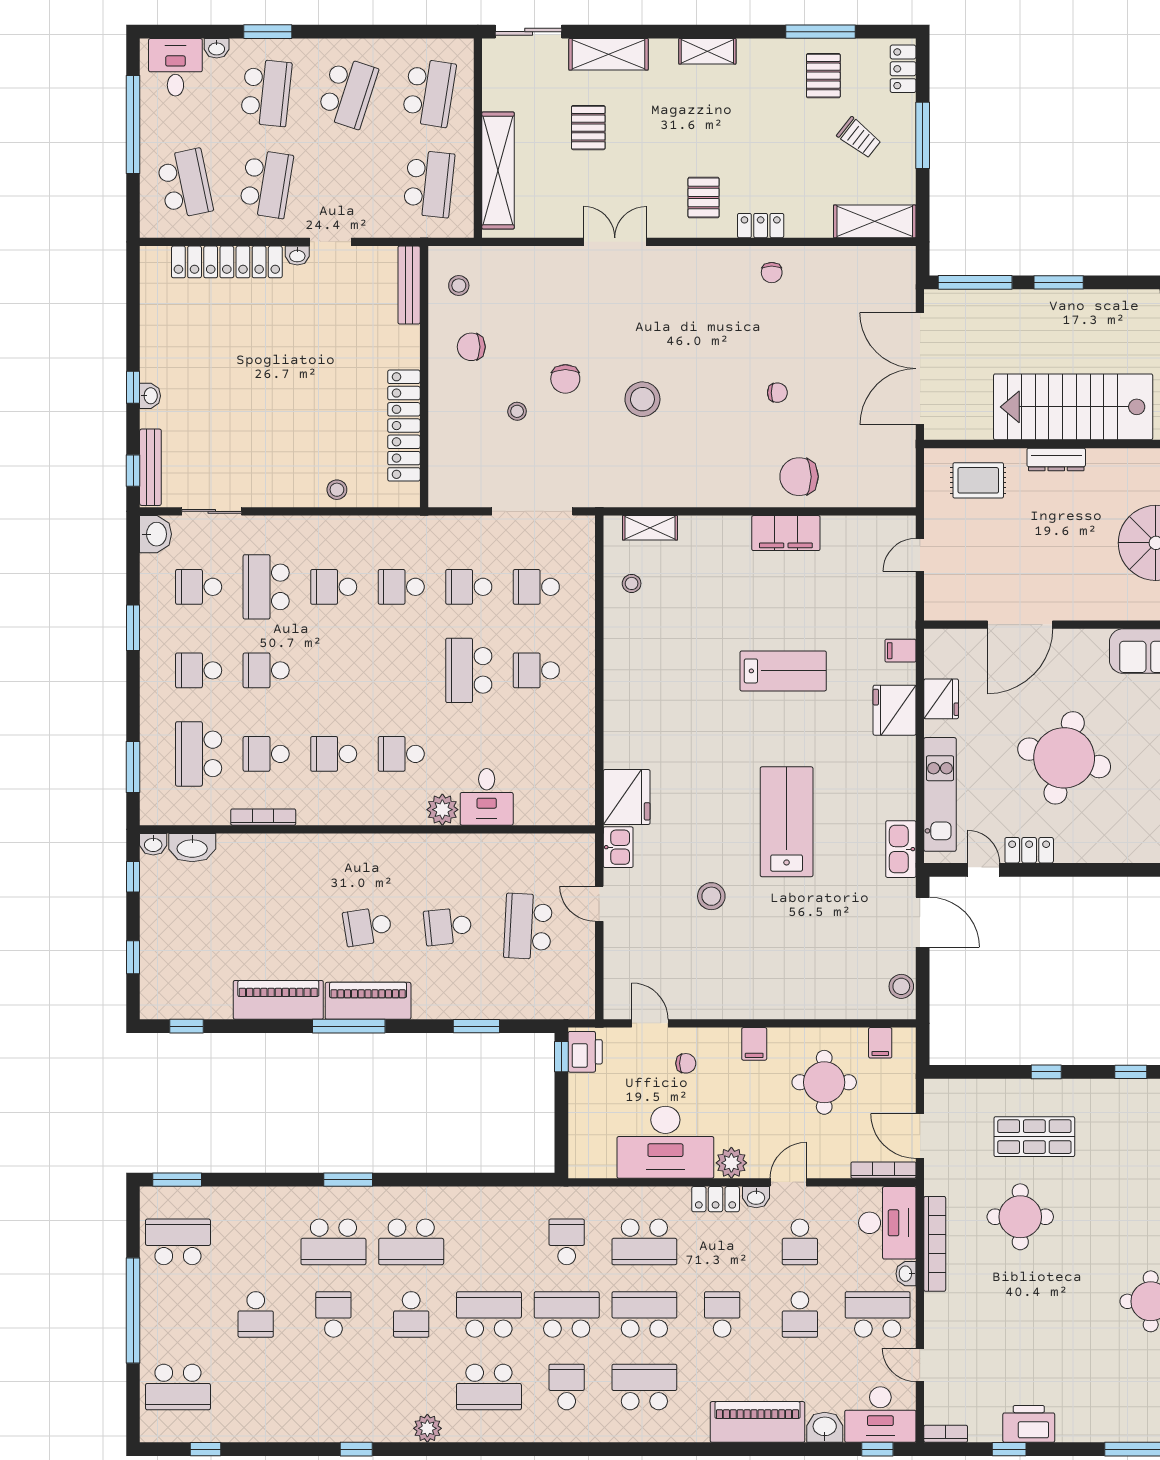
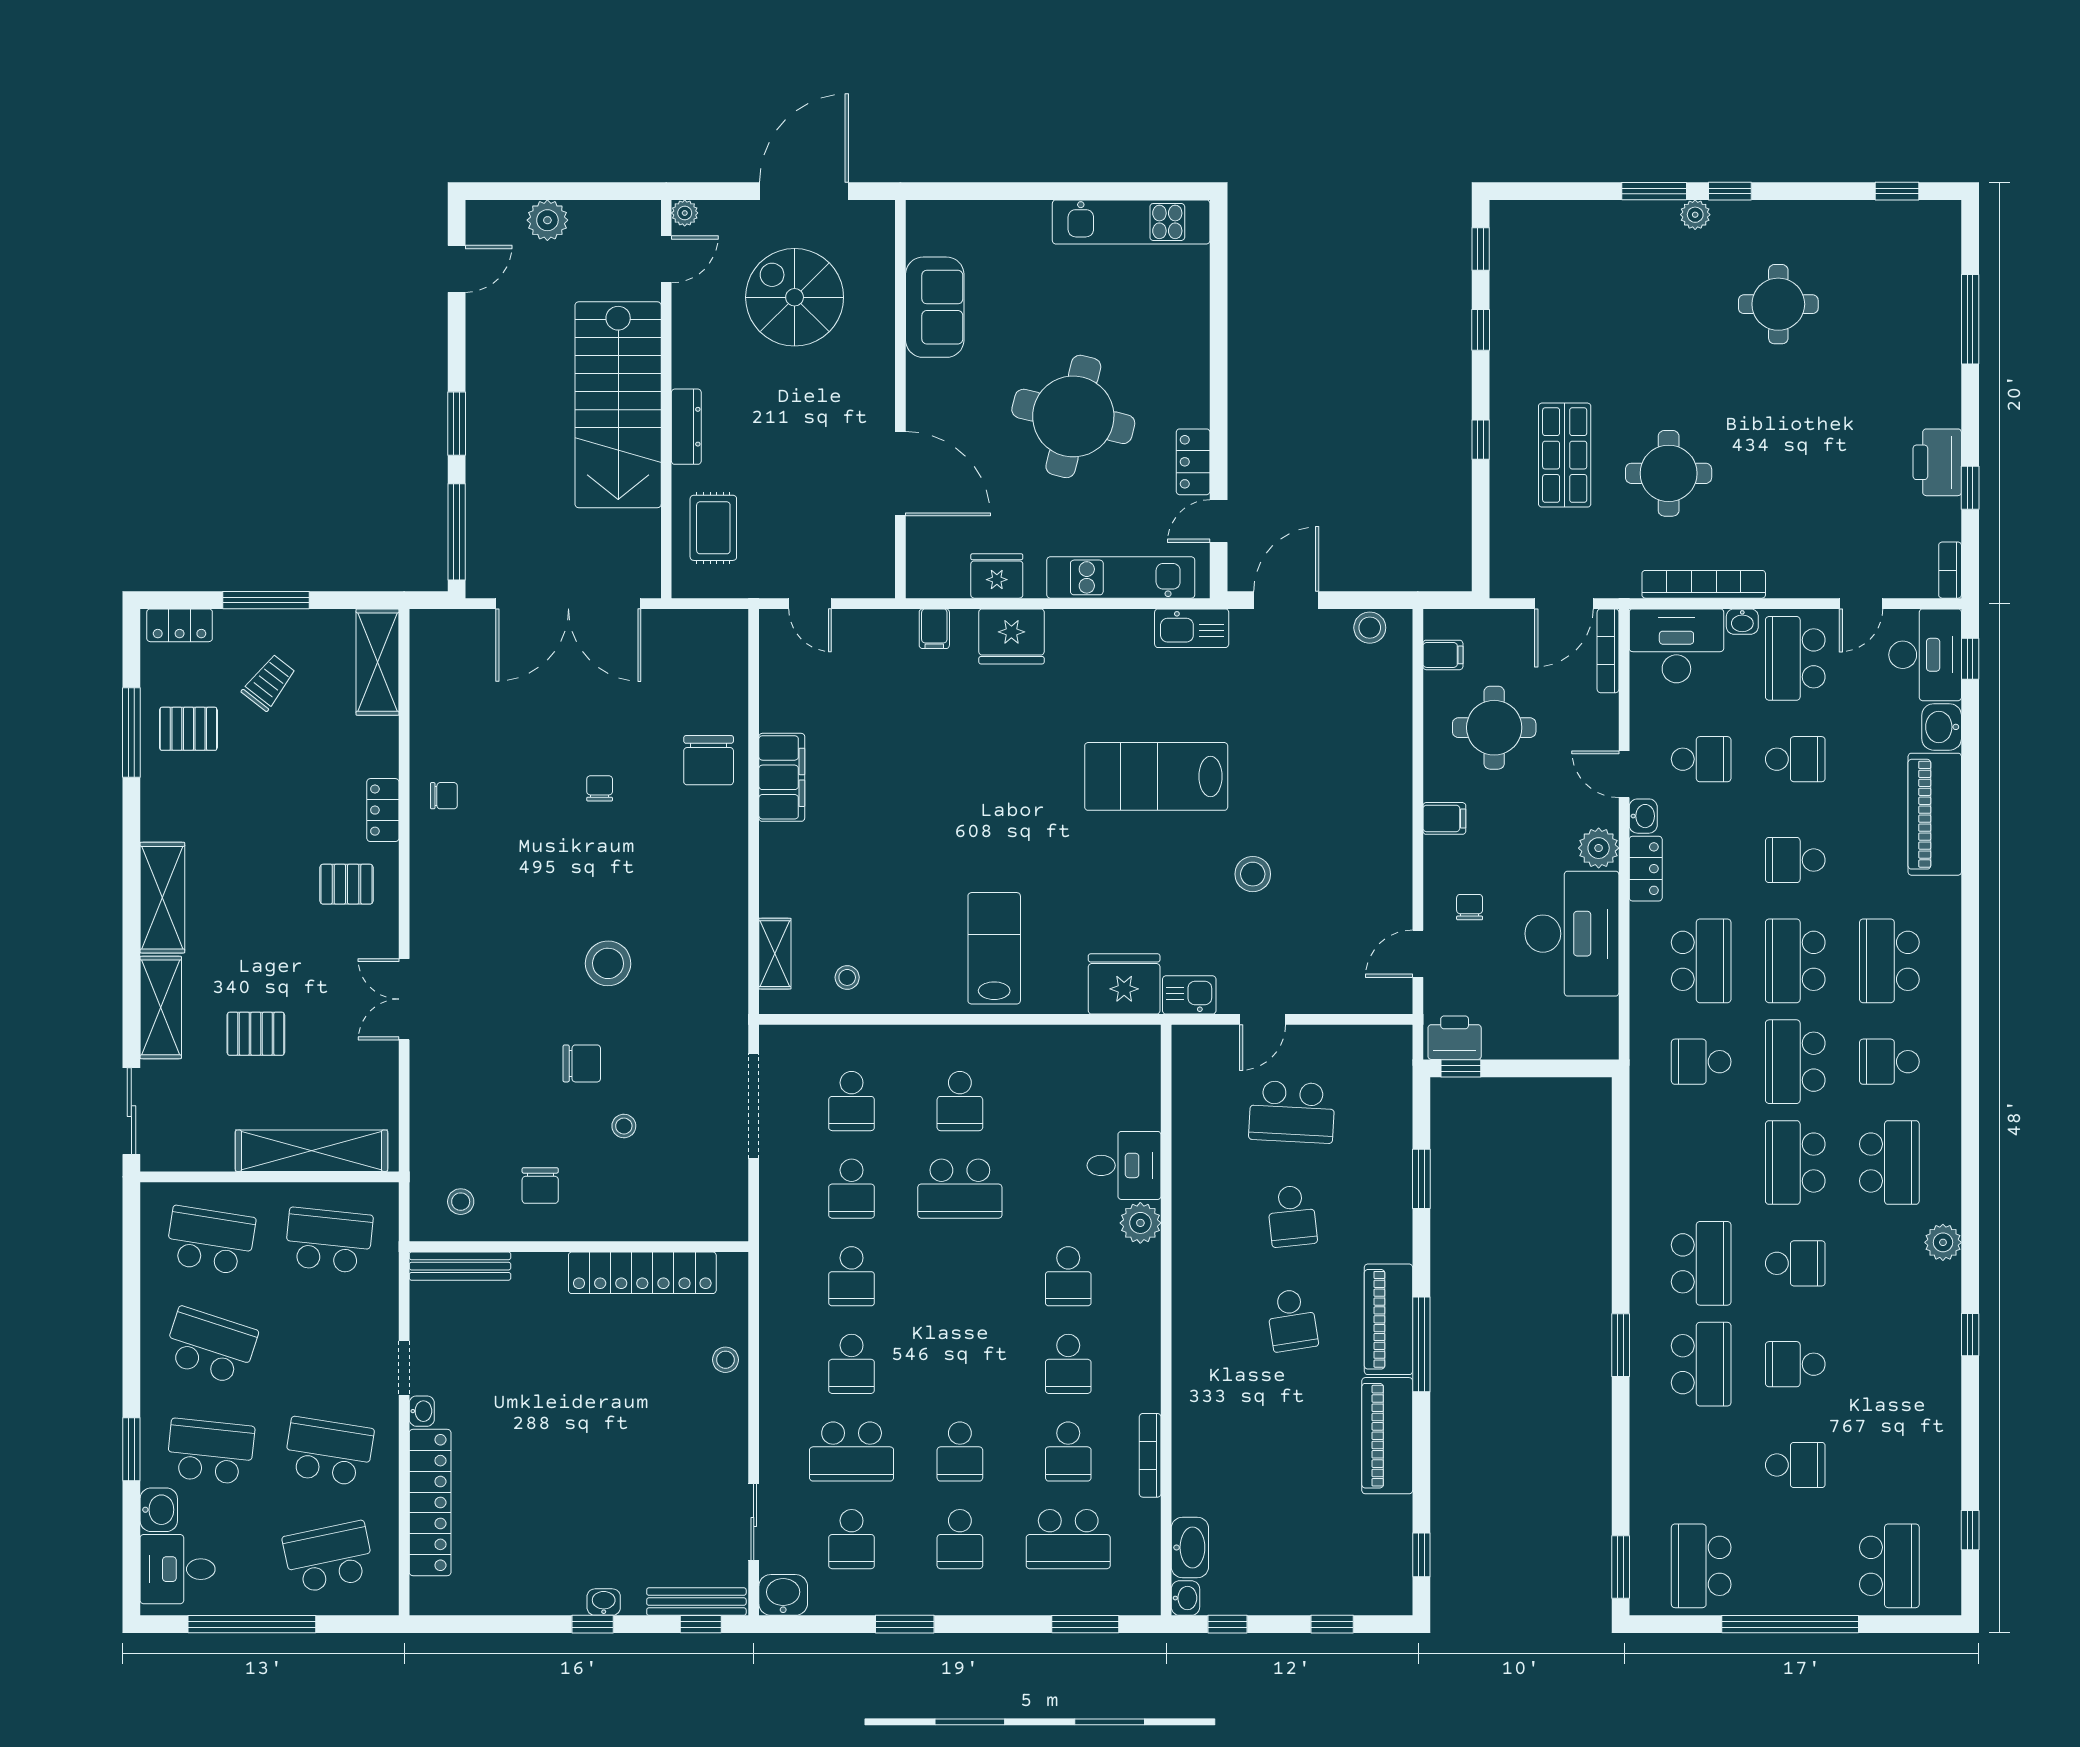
washbasin: (217, 48) -> (159, 1510), width x1.38, depth x1.45
shelving: (707, 51) -> (162, 898), width x1.50, depth x1.33
lab bench: (783, 671) -> (994, 948), moved

